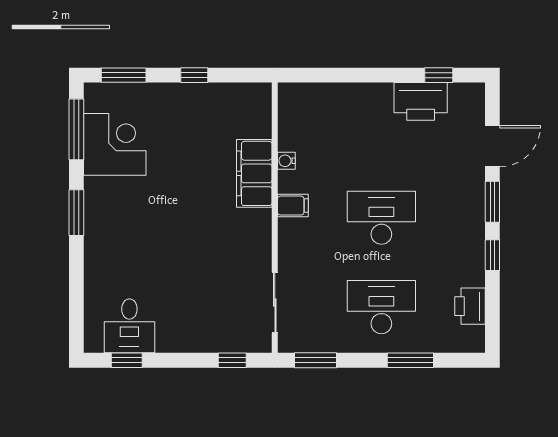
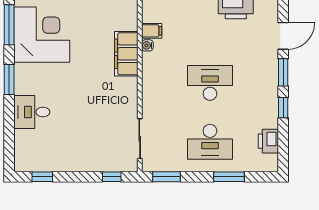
corner desk: (115, 144) -> (42, 35), width x1.36, depth x1.36
filing cabinet: (293, 206) -> (152, 31), moved
desk: (381, 307) -> (210, 142), turned 180
desk: (129, 326) -> (32, 112), moved, turned 90

